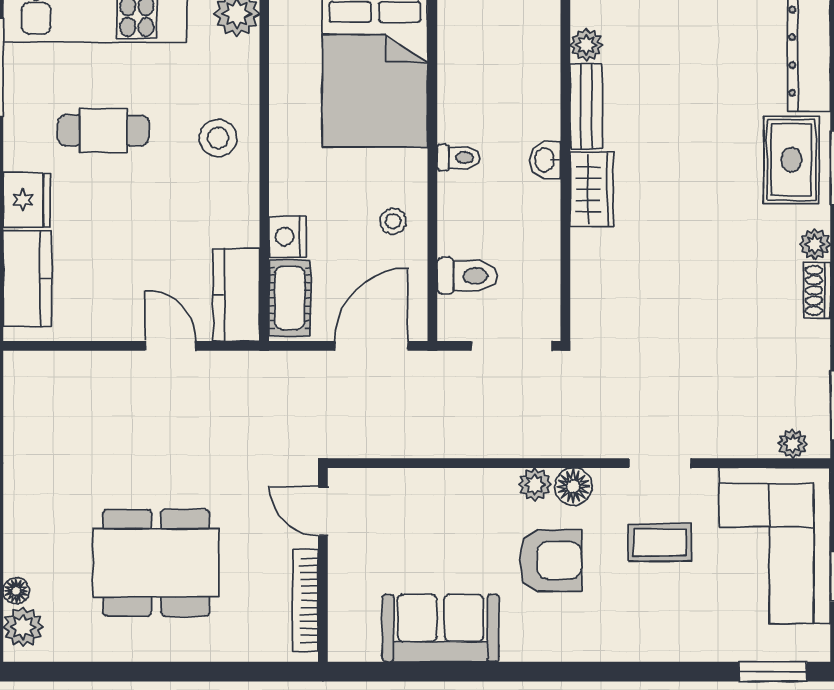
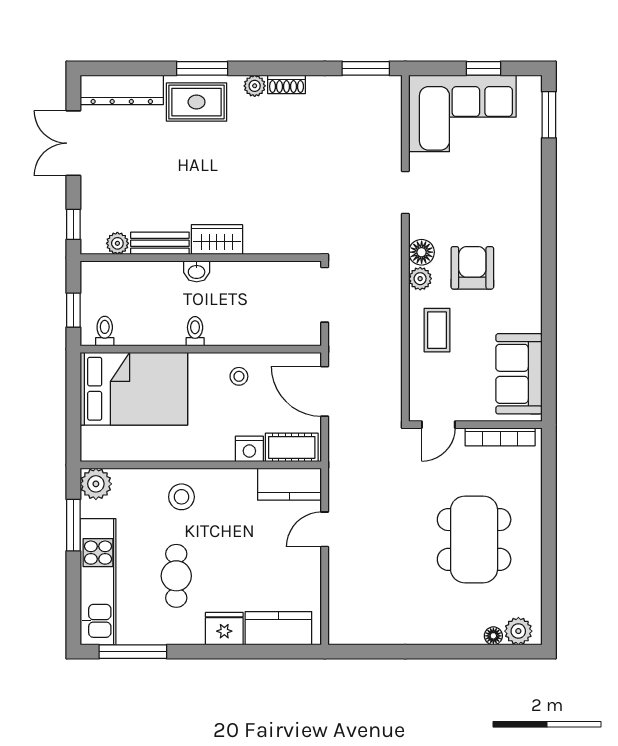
toilet: (467, 276) -> (105, 331), moved, width x0.73, depth x0.72
plant: (793, 444) -> (392, 101), removed
coffee table: (660, 542) -> (437, 330), moved
sofa: (441, 628) -> (519, 374), moved

